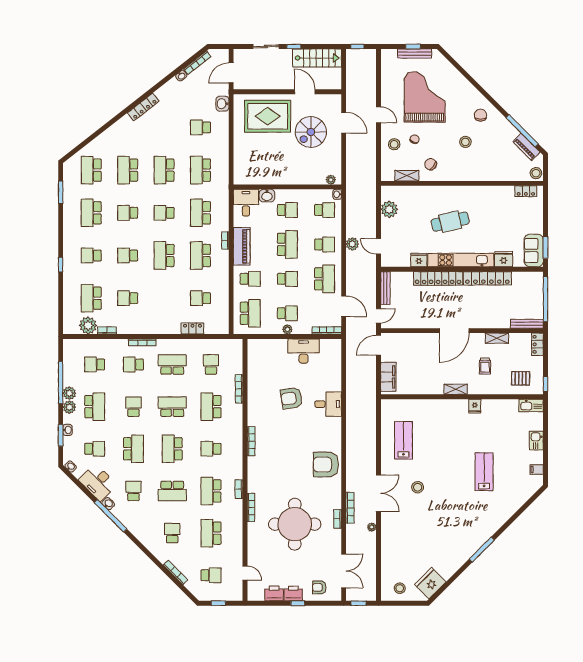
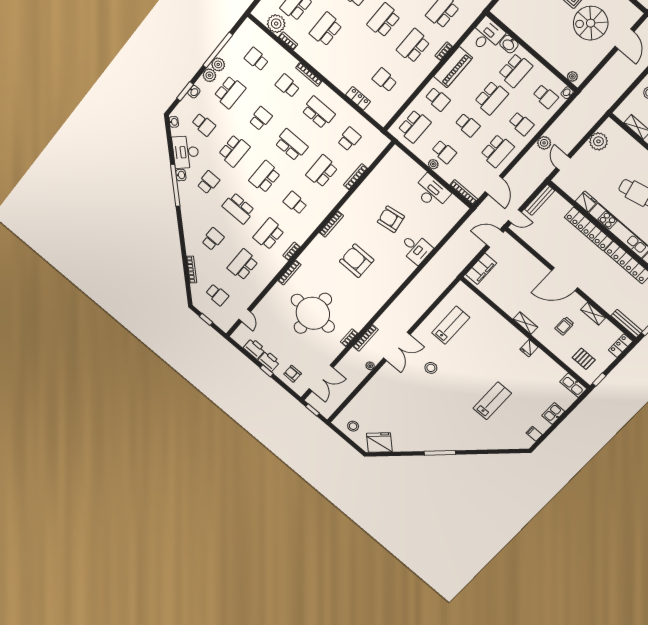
school desk: (287, 210) -> (515, 70), width x1.85
school desk: (128, 298) -> (326, 29), width x1.85
armchair: (326, 465) -> (357, 261), moved

